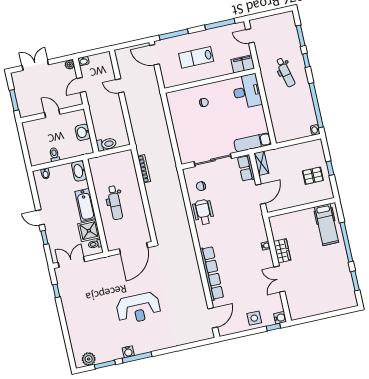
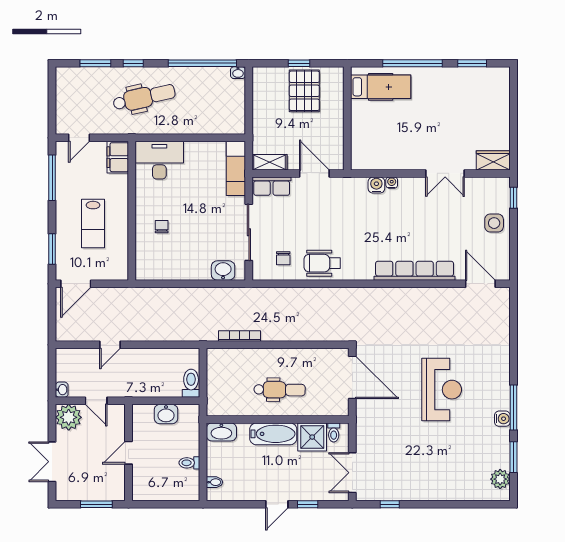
window: (174, 34) -> (52, 249), width x0.69
plant: (70, 65) -> (69, 417), width x1.87, depth x1.87
dental chair: (285, 72) -> (144, 97), width x1.36, depth x1.38
washbasin: (184, 149) -> (223, 271), added
pallet: (313, 176) -> (304, 91), width x1.50, depth x1.42
wardrobe: (282, 251) -> (493, 160), moved
water cooler: (280, 318) -> (376, 185), moved

